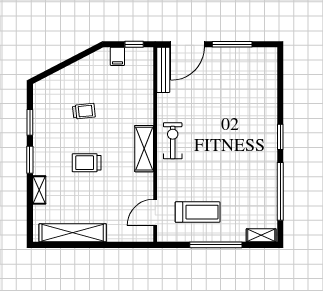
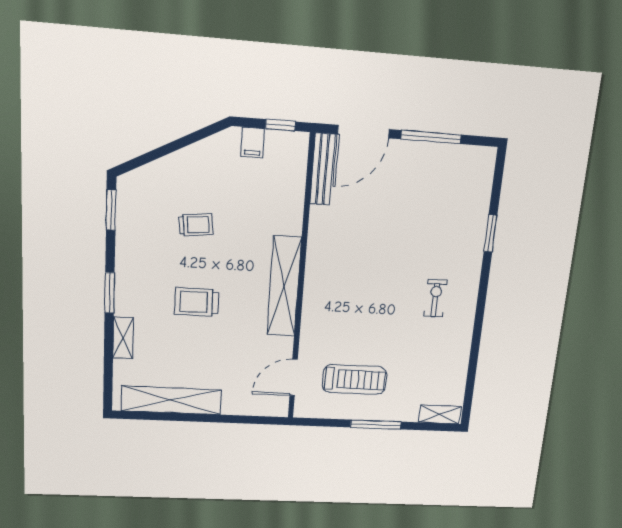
window: (30, 122) -> (111, 210), moved
window: (280, 137) -> (490, 233), moved
exercise bike: (173, 141) -> (435, 298), moved, width x0.73, depth x0.72
shelving: (144, 149) -> (284, 286), width x1.47
window: (280, 191) -> (474, 357), removed
window: (216, 245) -> (376, 425), width x0.68

